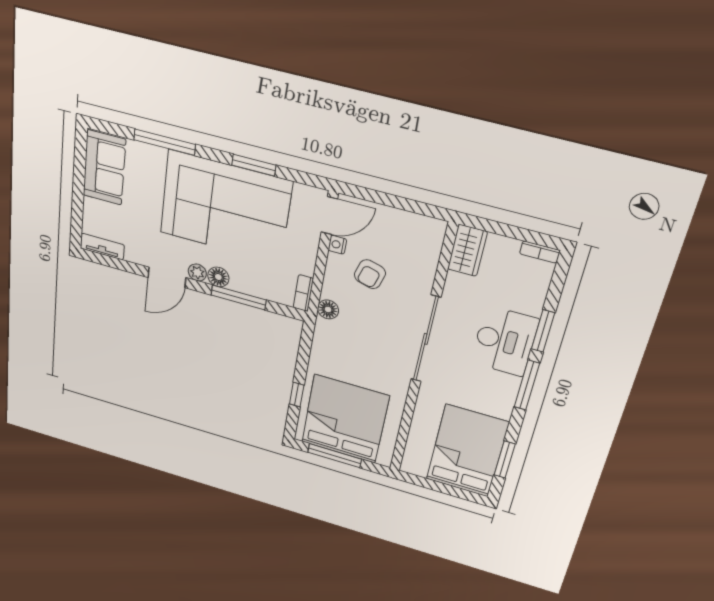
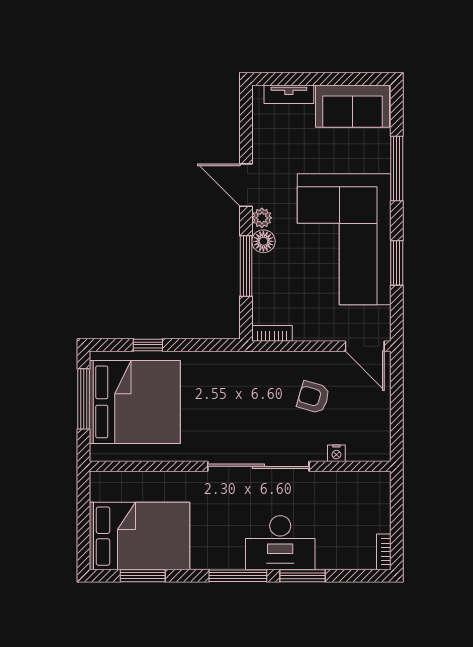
nightstand: (337, 245) -> (336, 453), moved, turned 180
tv unit: (102, 247) -> (289, 94), moved, turned 90
wardrobe: (467, 250) -> (366, 485), removed
floor lamp: (328, 309) -> (261, 362), removed

